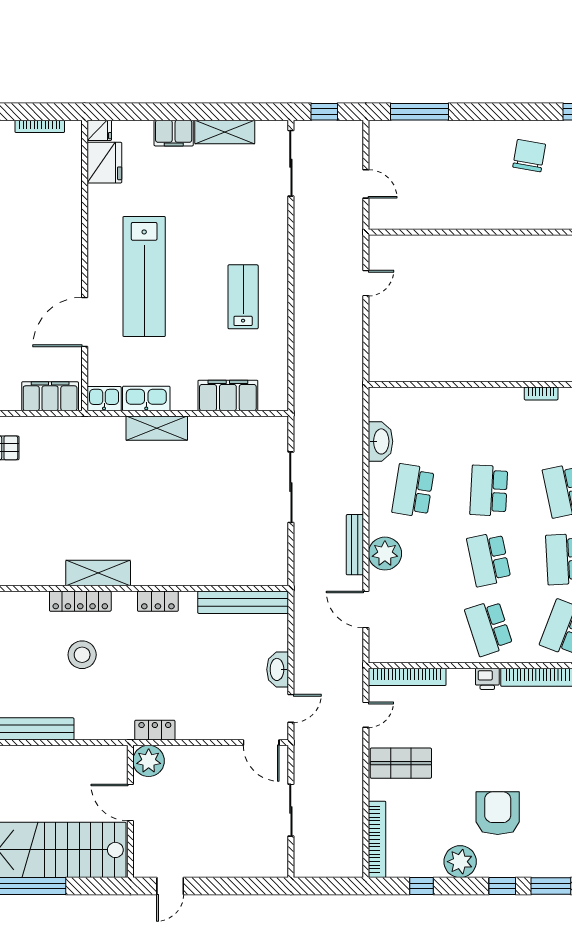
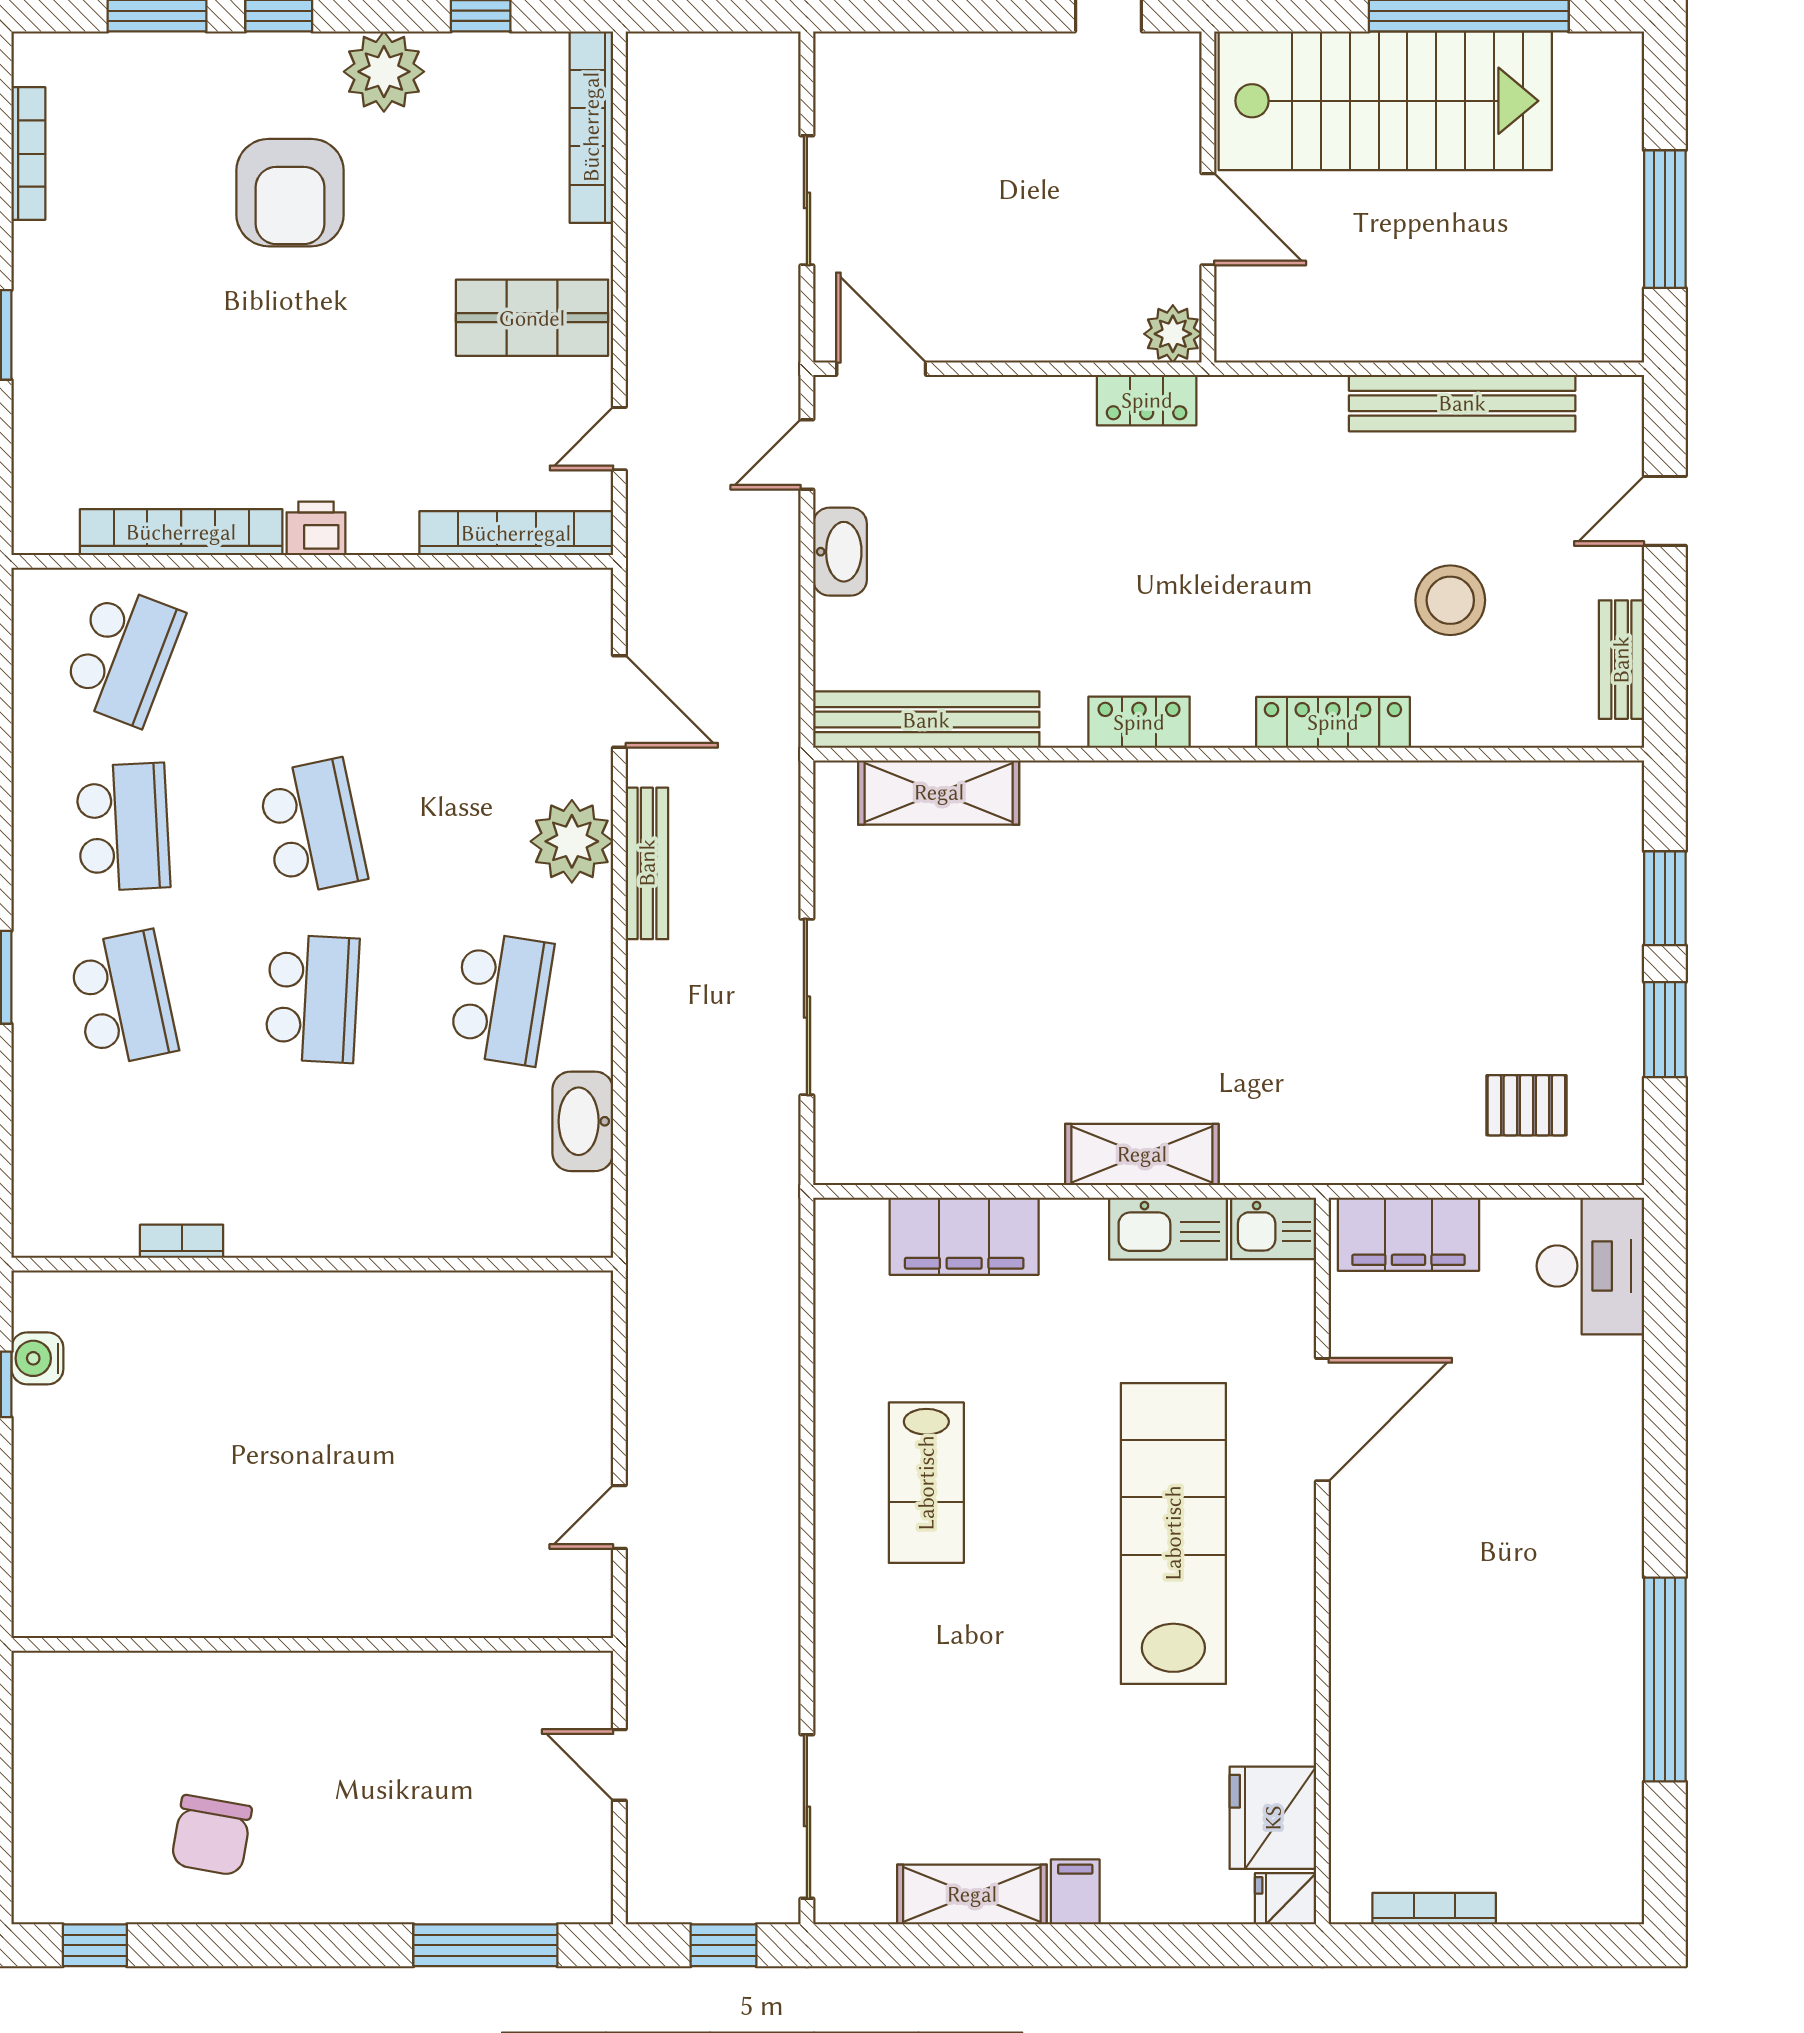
filing cabinet: (174, 133) -> (1075, 1892), width x0.50
shelving: (98, 573) -> (939, 792), moved
school desk: (489, 628) -> (312, 655), removed
stool: (82, 655) -> (1450, 600), moved
plant: (149, 761) -> (1173, 334), width x0.73, depth x0.73

